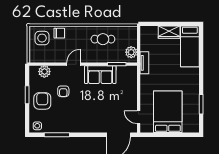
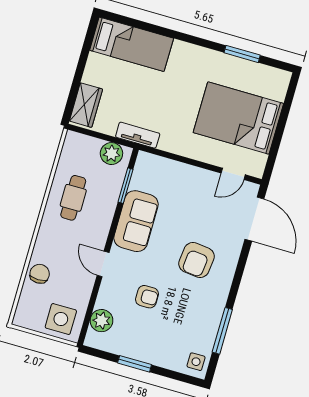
wardrobe: (169, 32) -> (86, 105), moved
side table: (42, 38) -> (61, 319), moved
armchair: (42, 101) -> (196, 260), moved, turned -84

